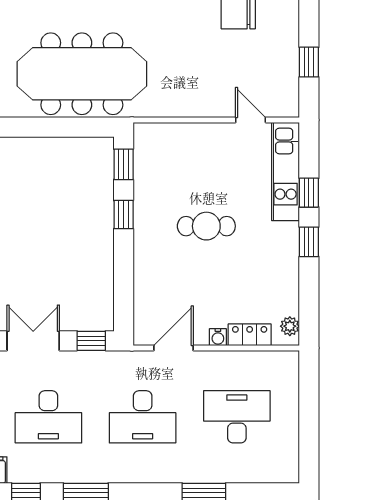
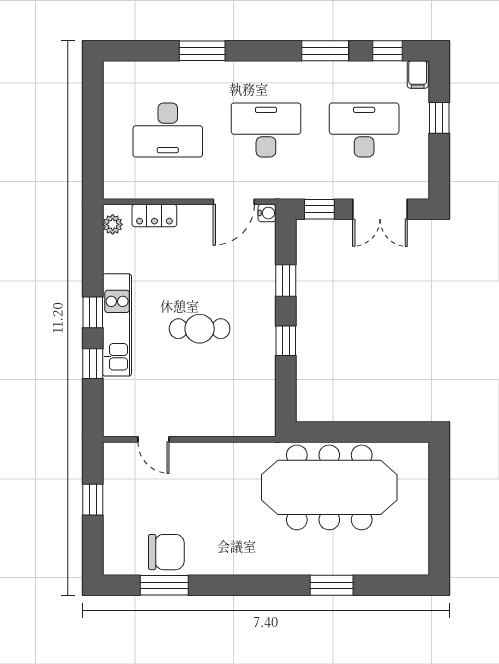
window: (124, 164) -> (286, 281), moved
kitchen unit: (286, 171) -> (117, 325), moved
water cooler: (218, 337) -> (267, 213), moved, turned 90

